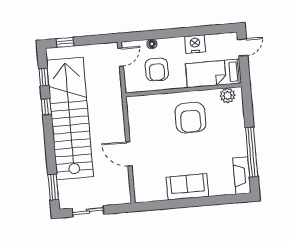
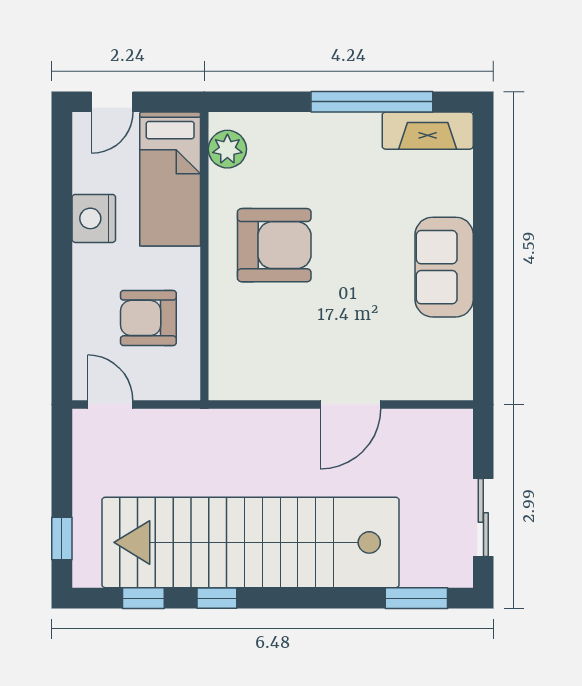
floor lamp: (152, 44) -> (84, 325), removed
door: (243, 47) -> (112, 102), swing flipped
armchair: (157, 69) -> (148, 318), turned 180

